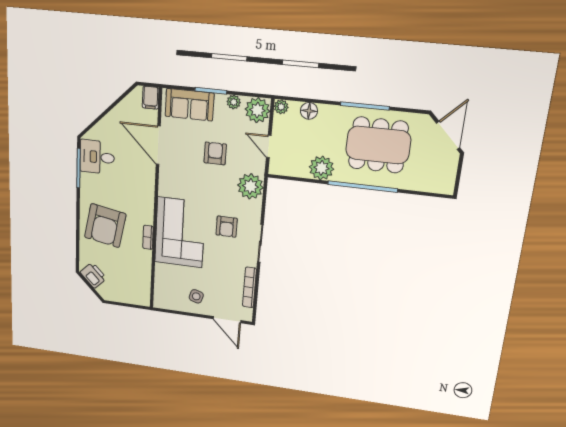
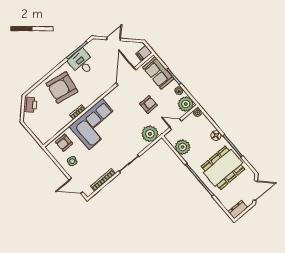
floor lamp: (309, 111) -> (216, 136), moved
door: (102, 115) -> (114, 39), added
dining table: (378, 145) -> (223, 168), turned 90
door: (269, 146) -> (175, 124), hinge flipped
desk: (97, 157) -> (82, 62), moved
plant: (322, 168) -> (183, 147), moved
dresser: (447, 179) -> (238, 210), added
armchair: (227, 227) -> (64, 143), moved
door: (227, 320) -> (76, 186), hinge flipped

